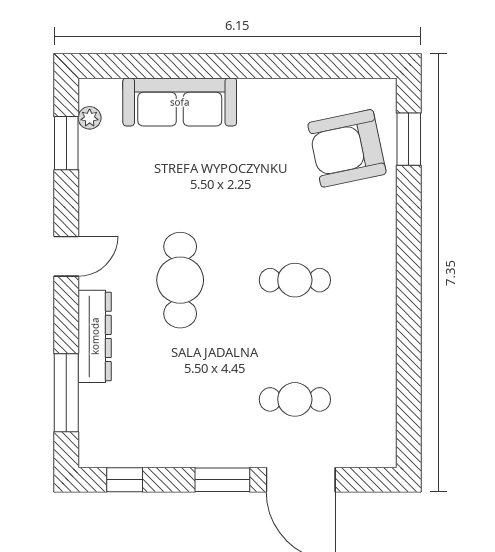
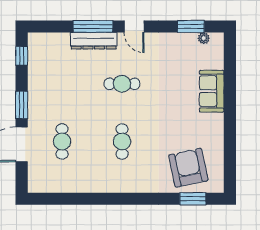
sofa: (180, 102) -> (212, 91), width x0.73
cafe table: (180, 280) -> (122, 84), width x0.73, depth x0.74
window: (66, 393) -> (93, 27), moved

